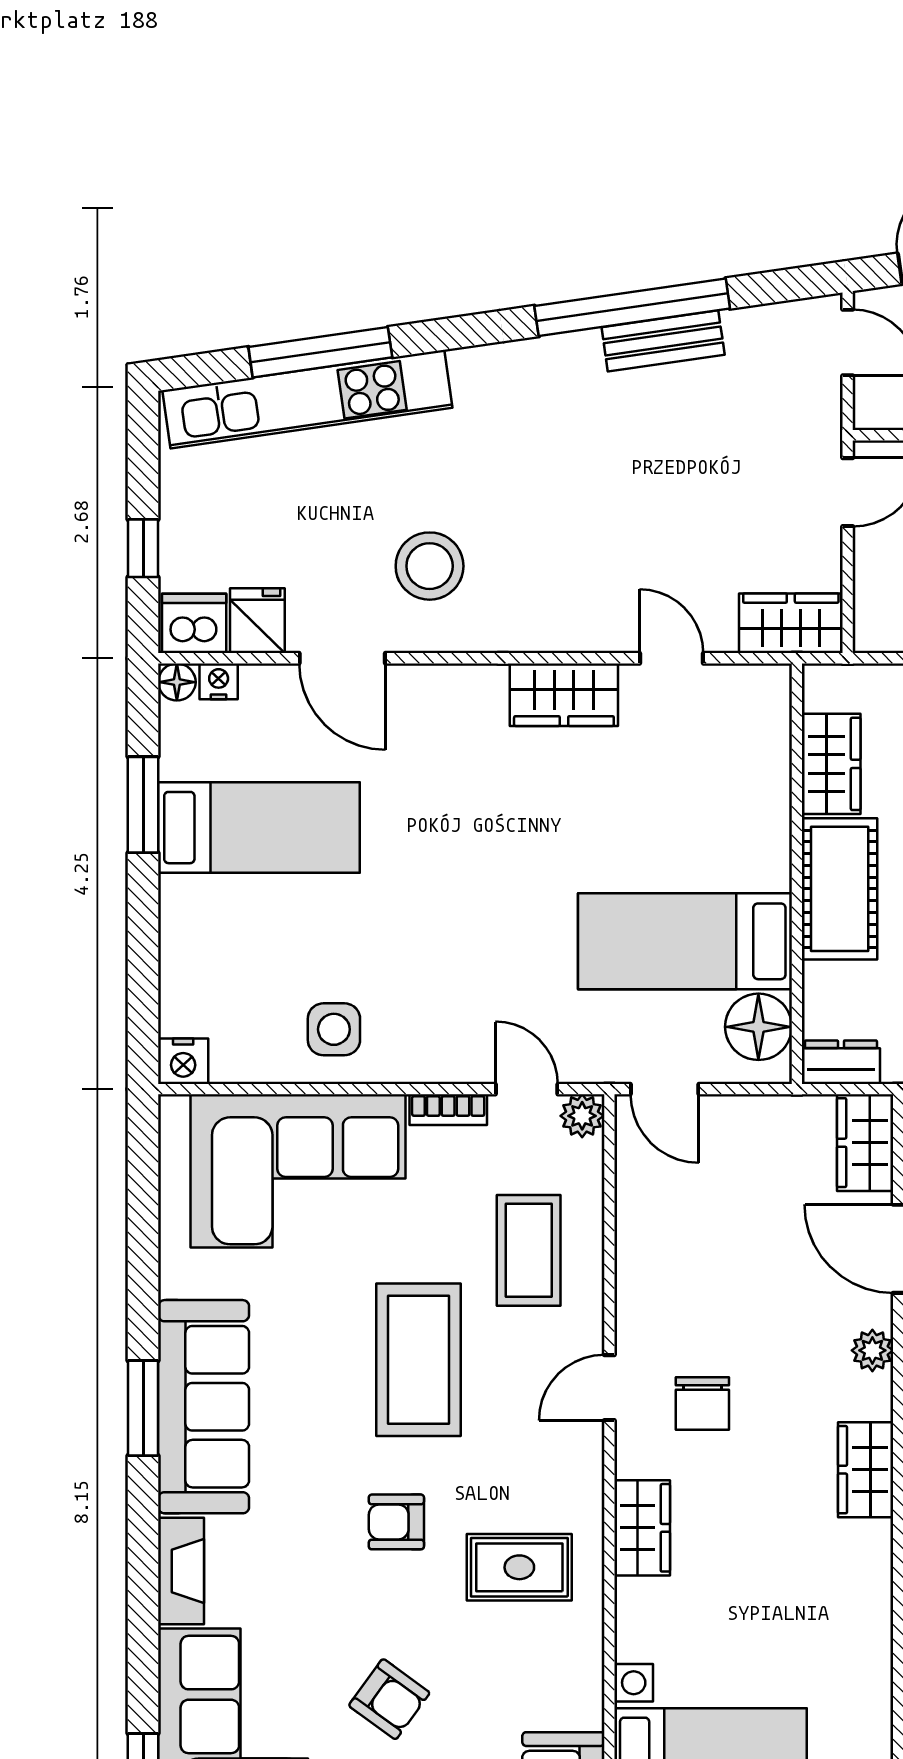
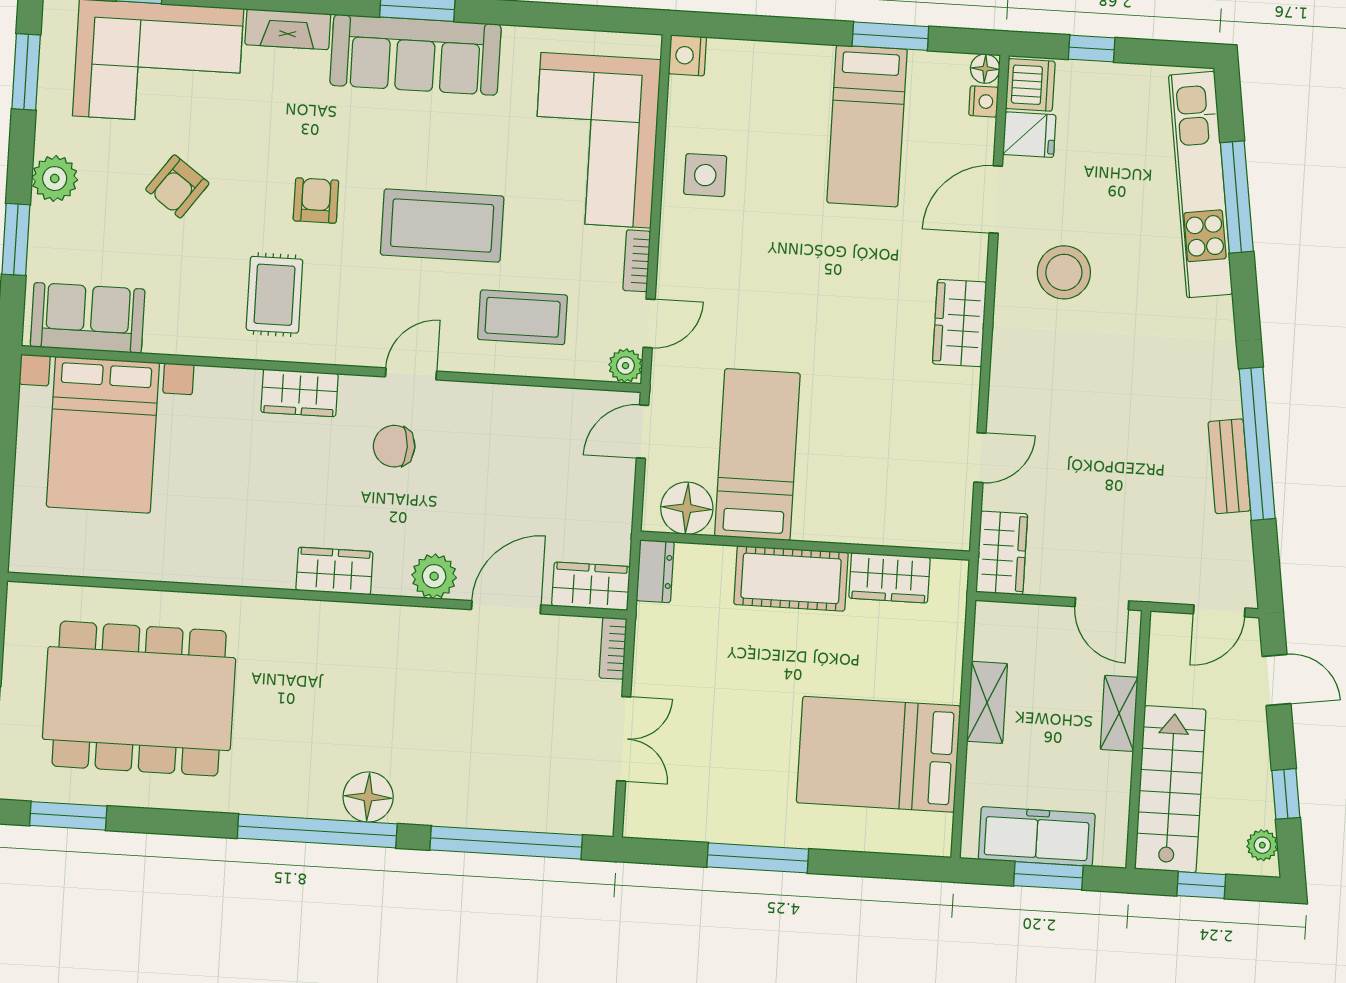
wardrobe: (564, 695) -> (960, 323), moved
plant: (872, 1350) -> (434, 576), width x1.38, depth x1.38
door: (609, 1388) -> (411, 374), hinge flipped

